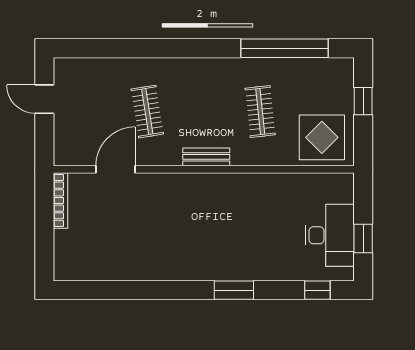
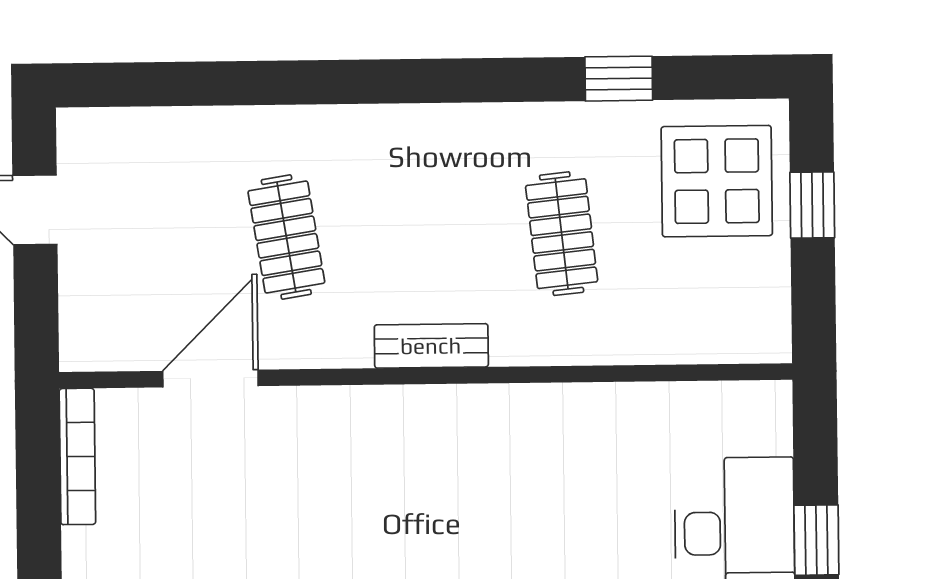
window: (284, 48) -> (619, 79), width x0.32
display table: (322, 137) -> (717, 181), moved

